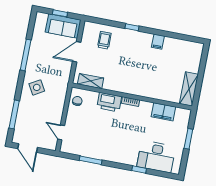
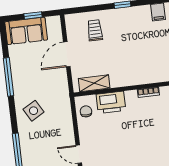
sofa: (63, 26) -> (26, 31), moved
printer: (109, 102) -> (111, 102), moved

